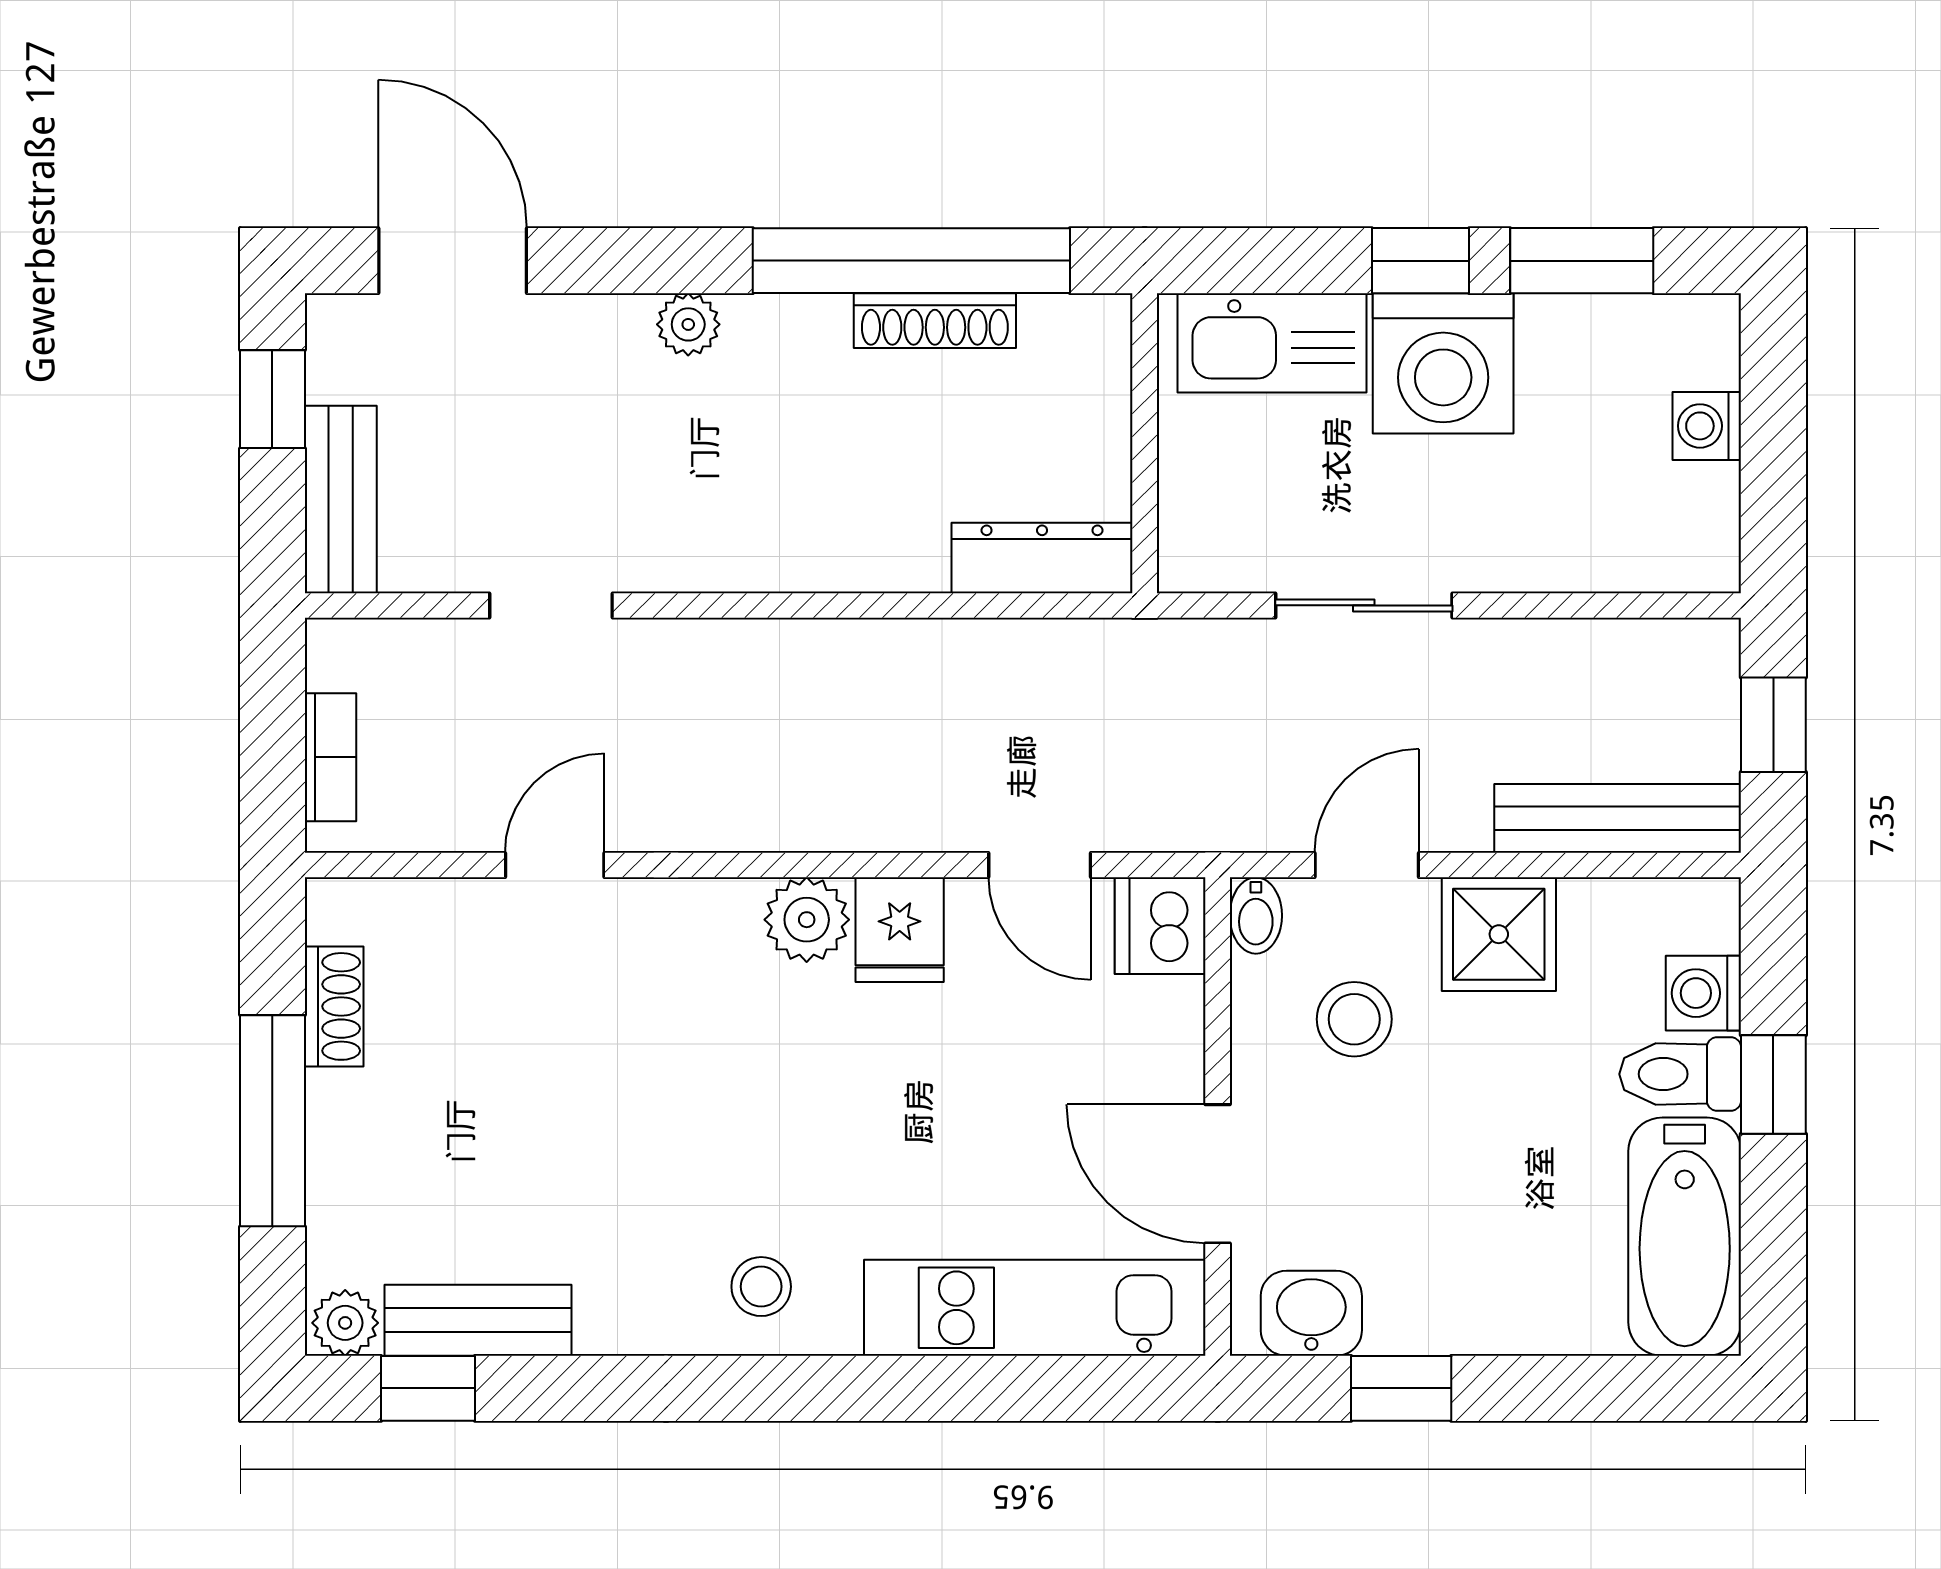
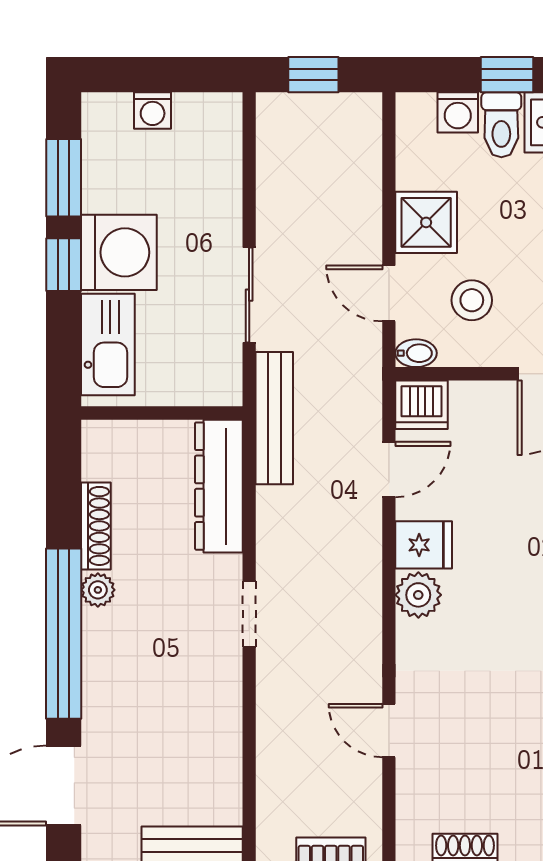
window: (911, 261) -> (64, 634), moved
plant: (688, 324) -> (98, 590), moved
dresser: (1042, 558) -> (219, 486), width x1.37, depth x1.24
doorway: (551, 605) -> (249, 614), moved
bench: (1618, 818) -> (274, 418), moved

